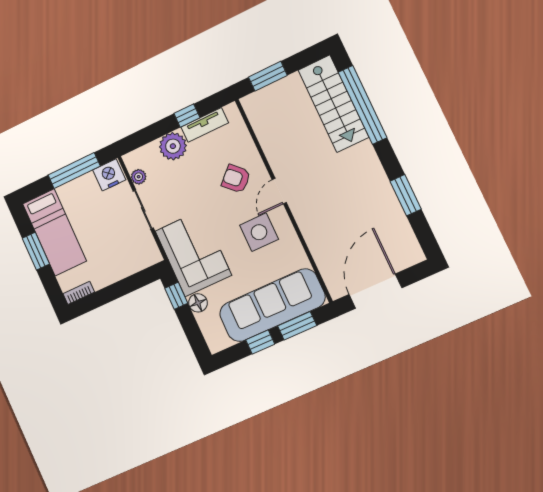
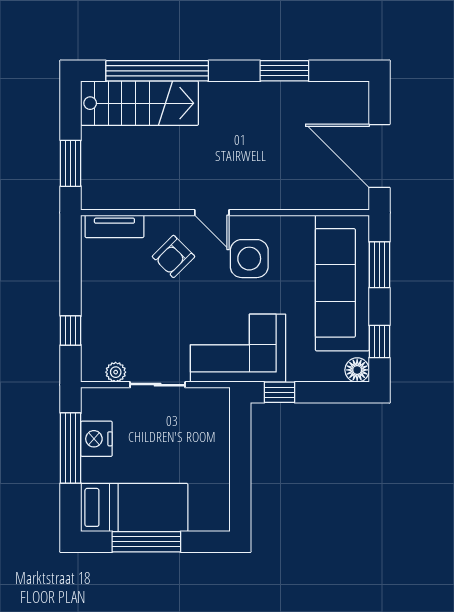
window: (187, 116) -> (71, 331), moved
tv unit: (205, 125) -> (114, 226), moved, turned 90
plant: (173, 146) -> (99, 314), removed
nightstand: (109, 175) -> (96, 439), moved
window: (36, 251) -> (146, 542), width x1.44
bookcase: (79, 293) -> (222, 511), removed
floor lamp: (198, 303) -> (357, 370), moved
window: (260, 342) -> (379, 342), moved

